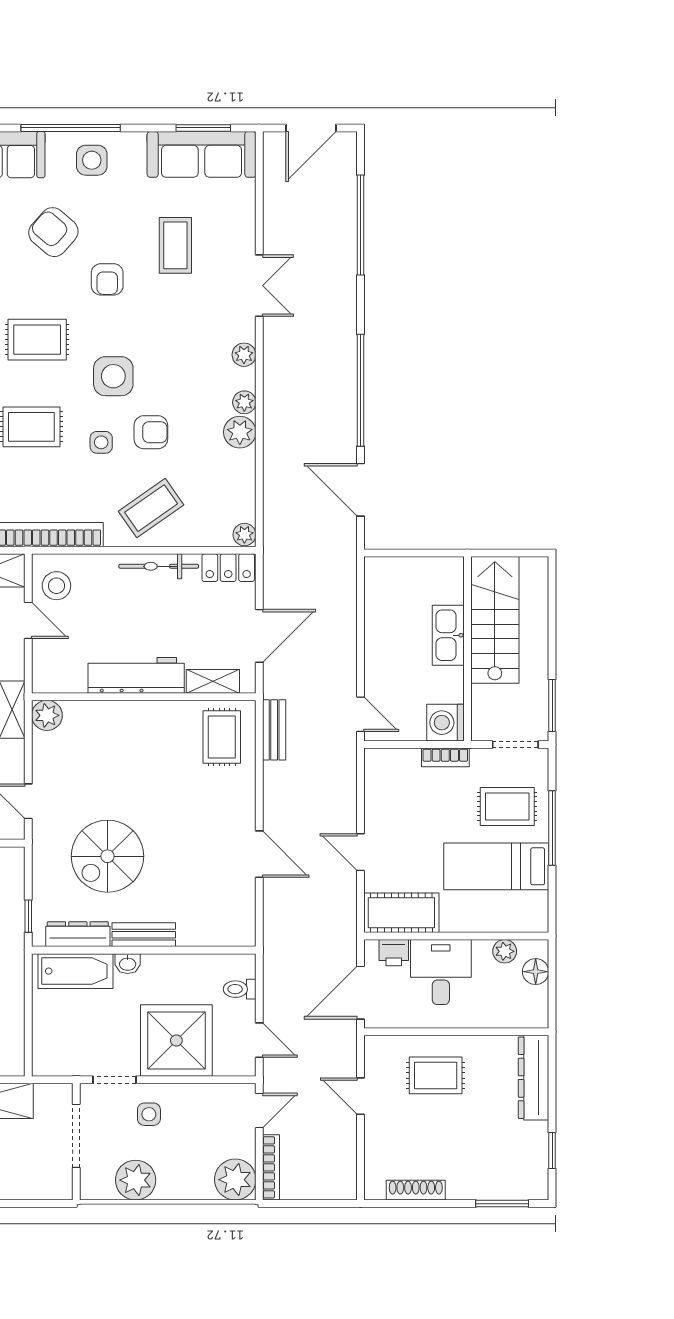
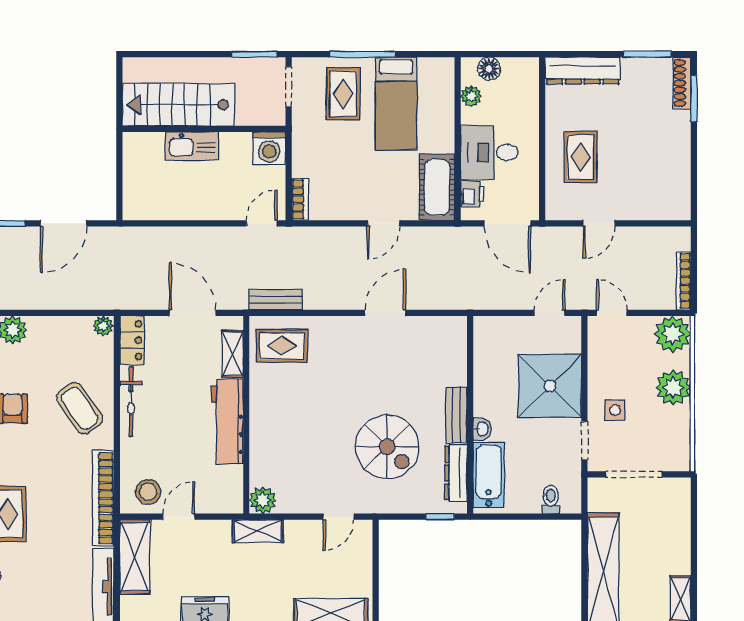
side table: (101, 442) -> (22, 452), removed
bookcase: (445, 757) -> (300, 199), moved
toilet: (240, 989) -> (551, 499), moved, turned 180
window: (552, 1151) -> (647, 54), width x1.50
bookcase: (271, 1167) -> (683, 281), moved, turned -90
plant: (136, 1180) -> (673, 387), moved
shoe rack: (416, 1190) -> (682, 83), moved

